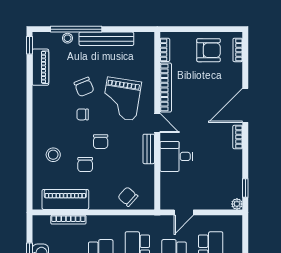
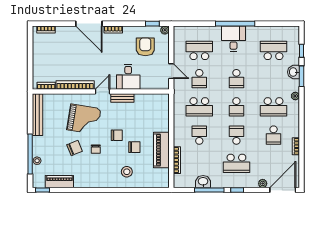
bench: (106, 39) -> (38, 115), moved
armchair: (209, 50) -> (145, 47), moved
chair: (128, 197) -> (159, 114), removed
piano: (65, 199) -> (161, 150), moved

